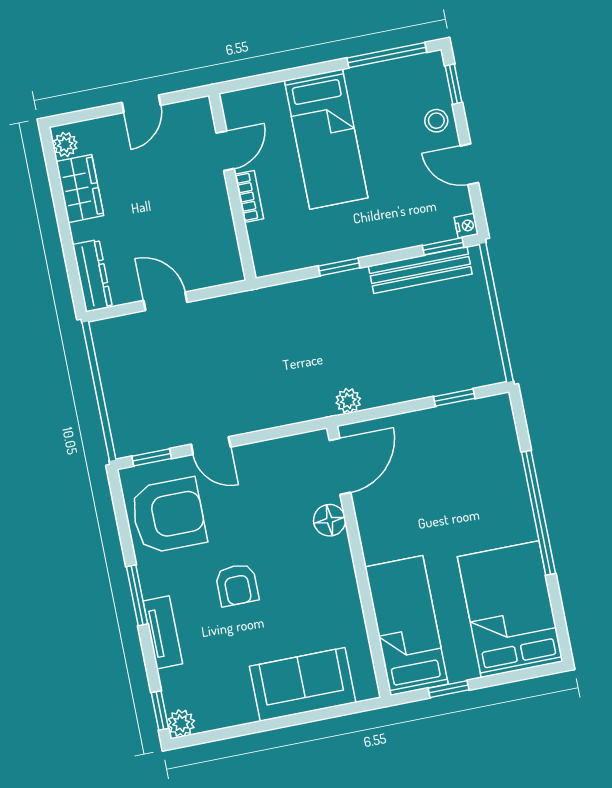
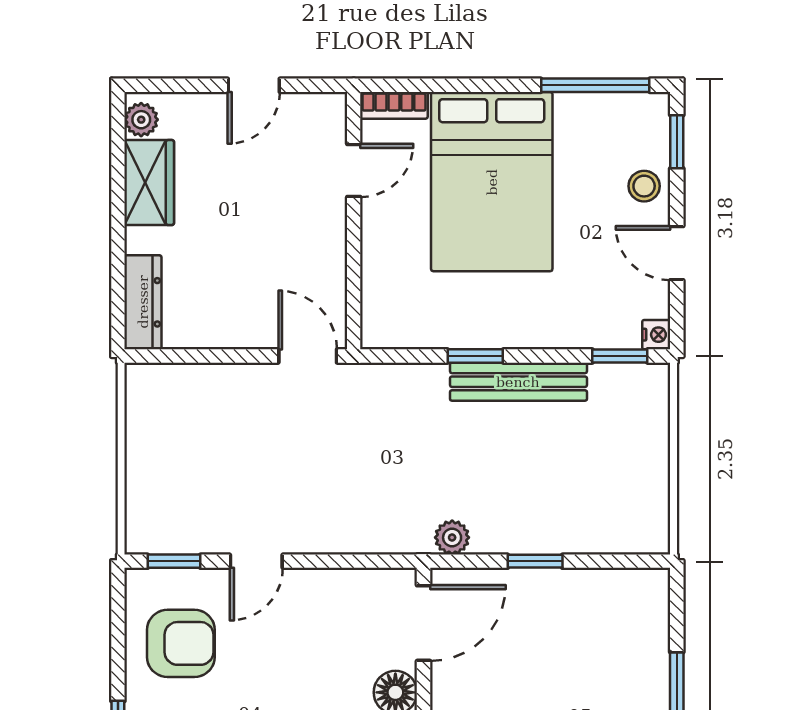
bed: (326, 139) -> (492, 182), width x1.50
bookcase: (249, 196) -> (394, 105), moved, turned 90
bench: (420, 270) -> (518, 382), moved
door: (165, 301) -> (308, 356), moved
window: (454, 397) -> (535, 561), moved
door: (211, 446) -> (256, 561), hinge flipped
armchair: (168, 516) -> (181, 643), width x0.73, depth x0.73

